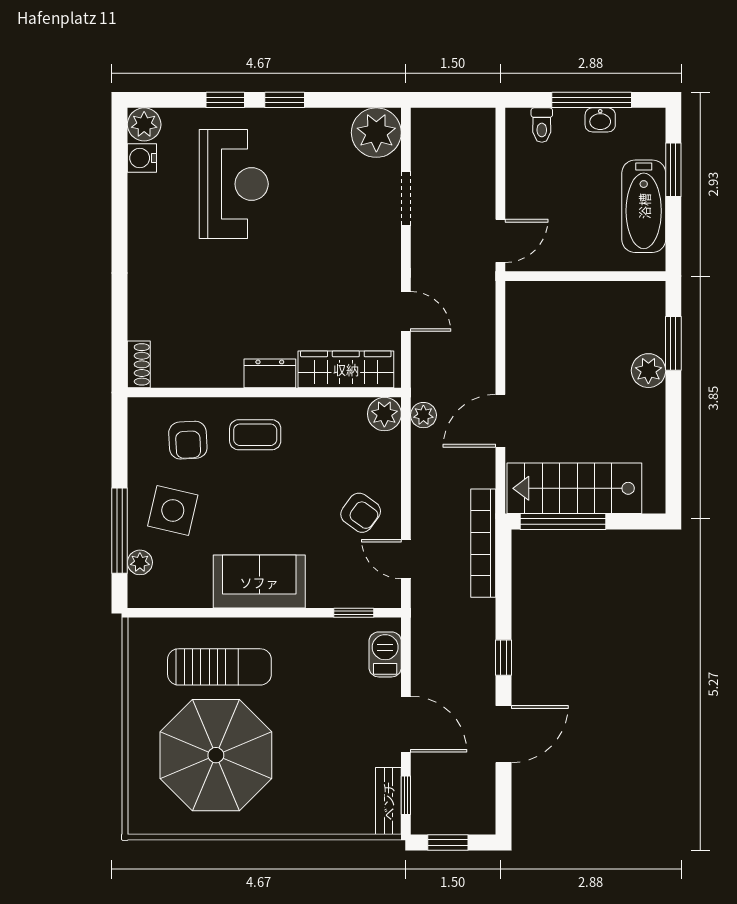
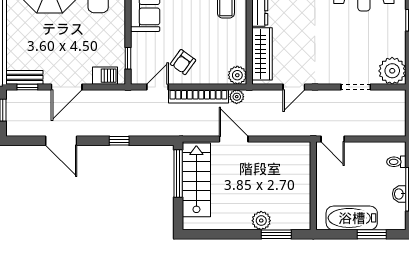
bookcase: (483, 543) -> (198, 96), moved, turned 180
window: (503, 658) -> (119, 141), moved

